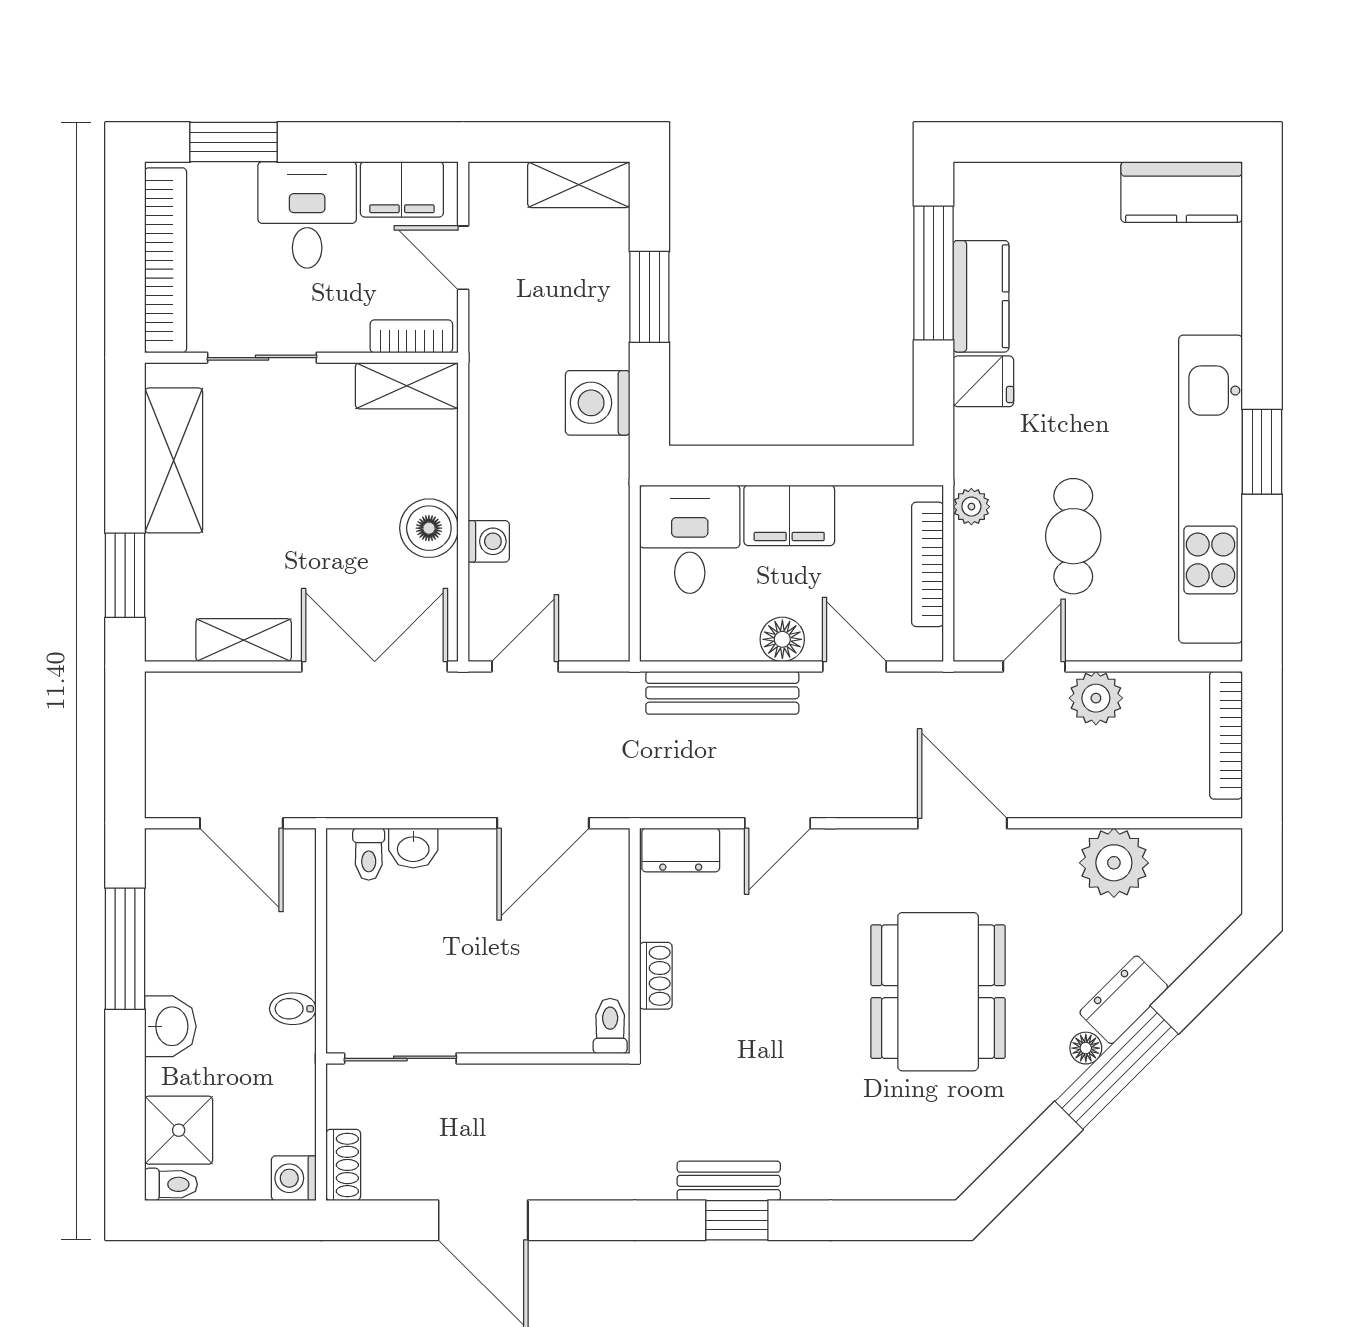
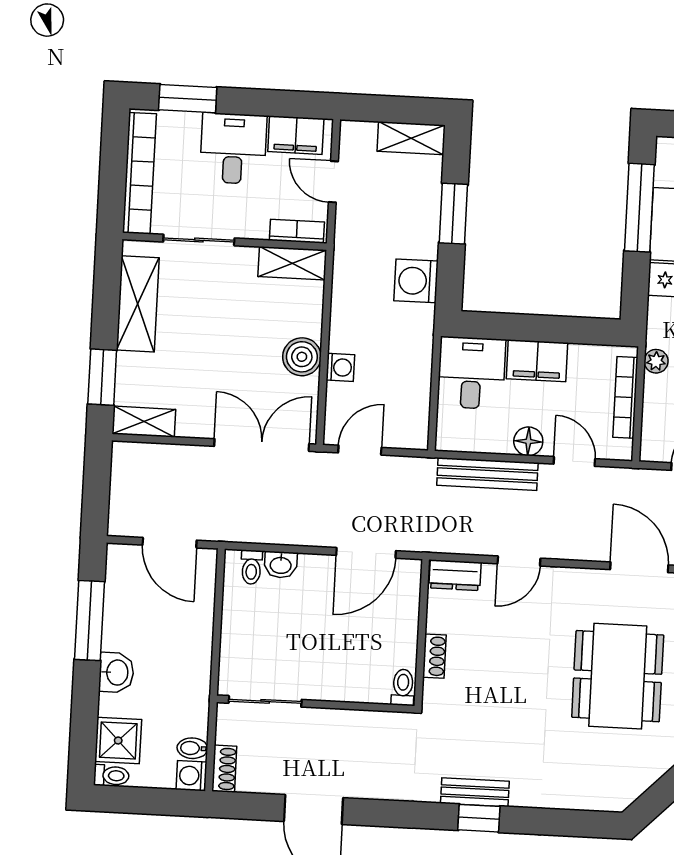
shelving: (244, 640) -> (144, 422), moved
bidet: (293, 1009) -> (192, 748), moved

